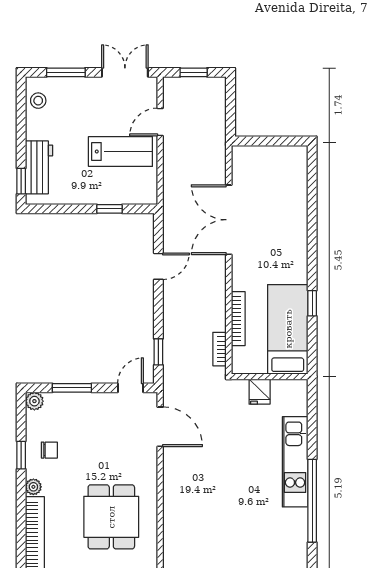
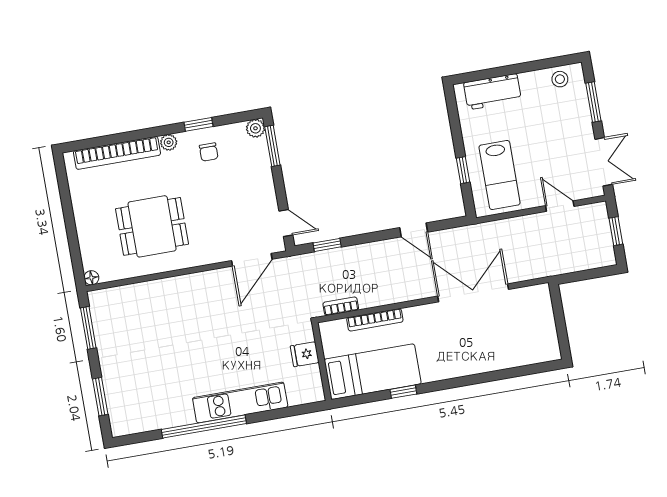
lab bench: (120, 151) -> (500, 175), moved
window: (21, 181) -> (476, 76), removed
window: (72, 388) -> (272, 146), moved

